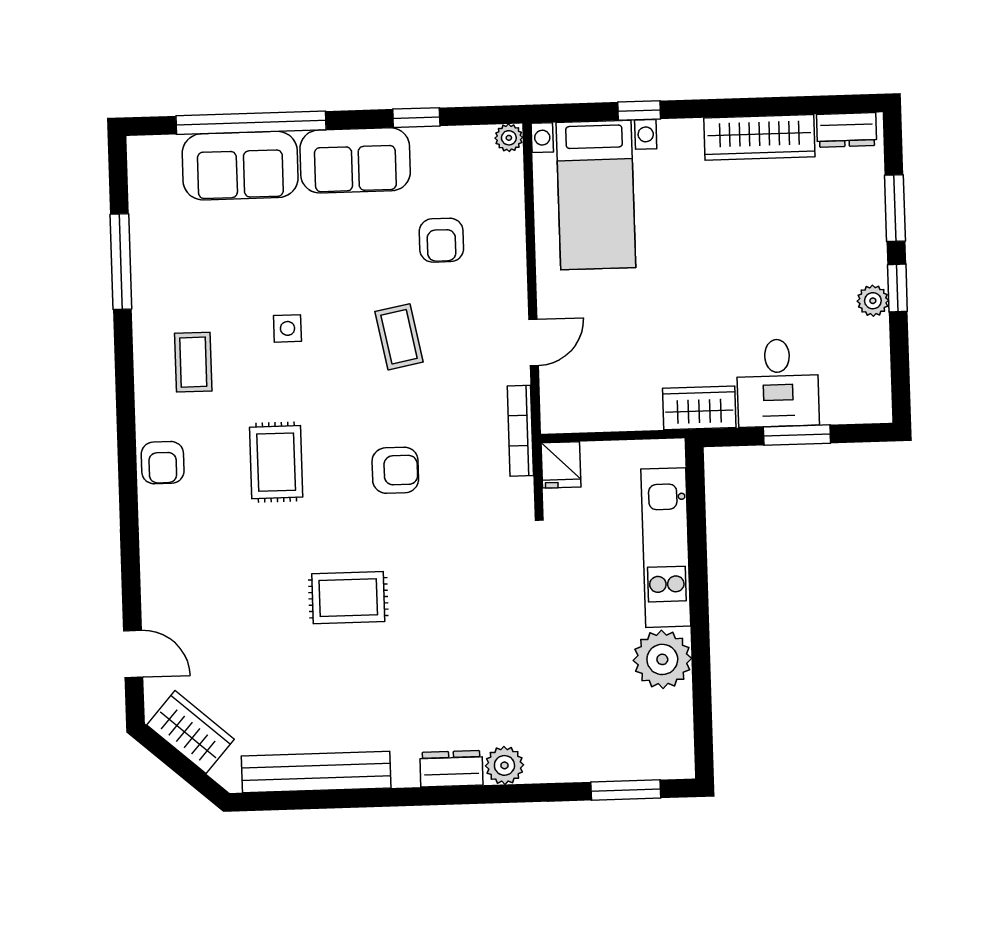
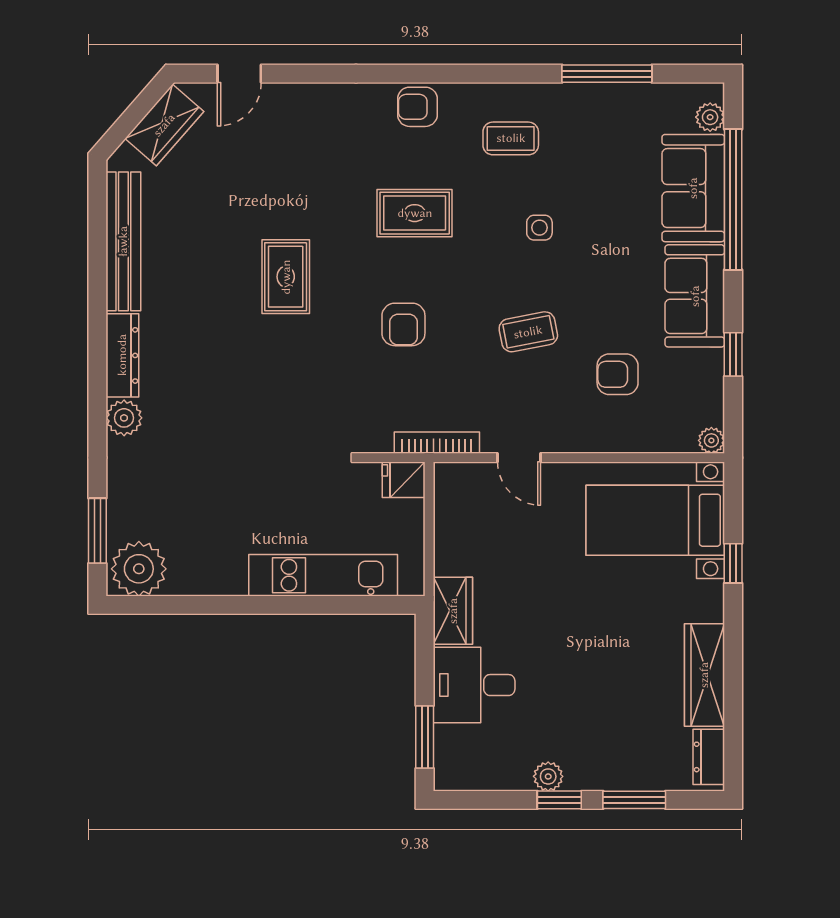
plant: (164, 150) -> (710, 117), added
window: (797, 435) -> (425, 737), moved
plant: (662, 659) -> (139, 569), moved
dresser: (451, 769) -> (122, 355), width x1.44

